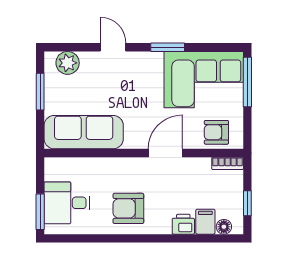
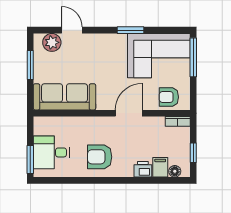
door: (113, 47) -> (72, 30), moved

